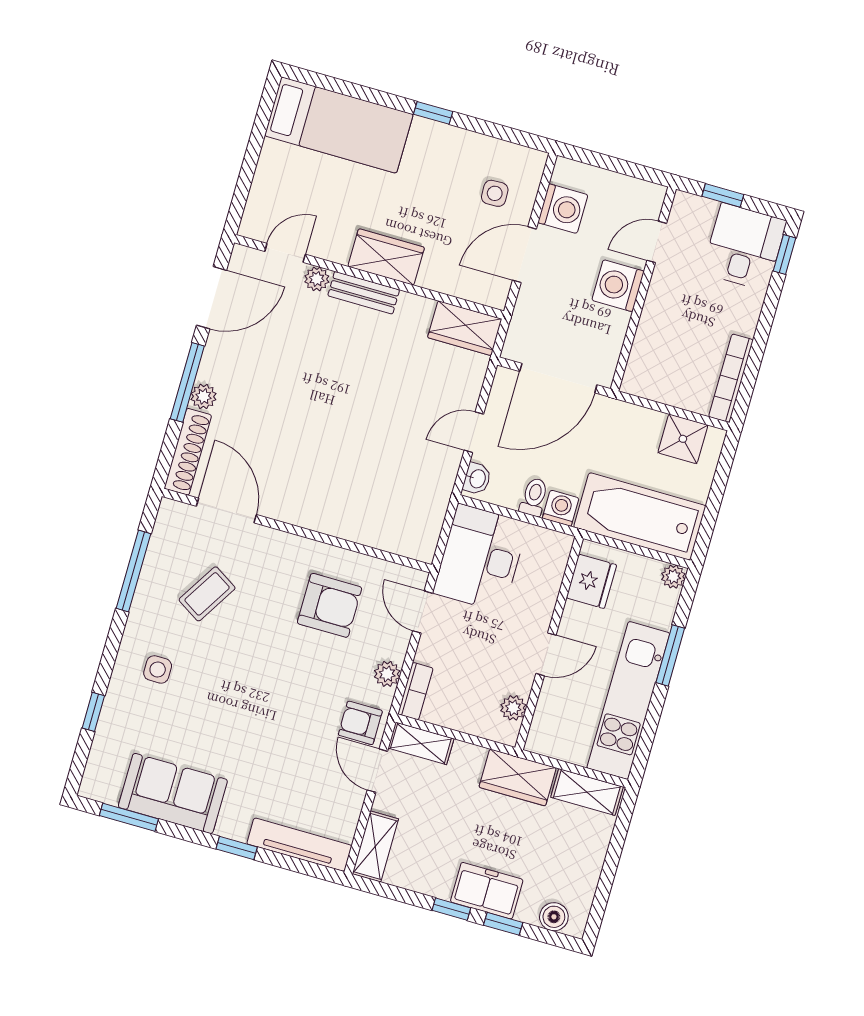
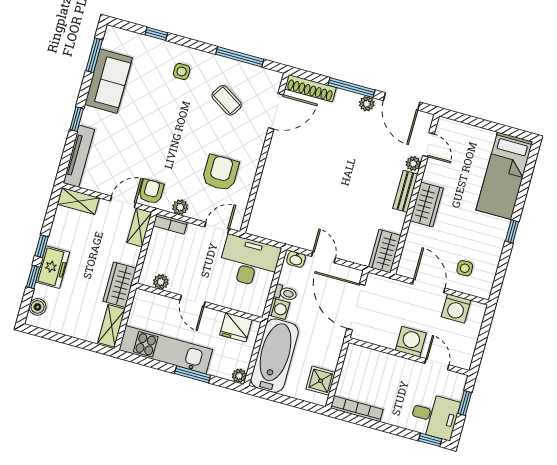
plant: (204, 396) -> (367, 104), moved
armchair: (330, 605) -> (220, 173), turned 180

